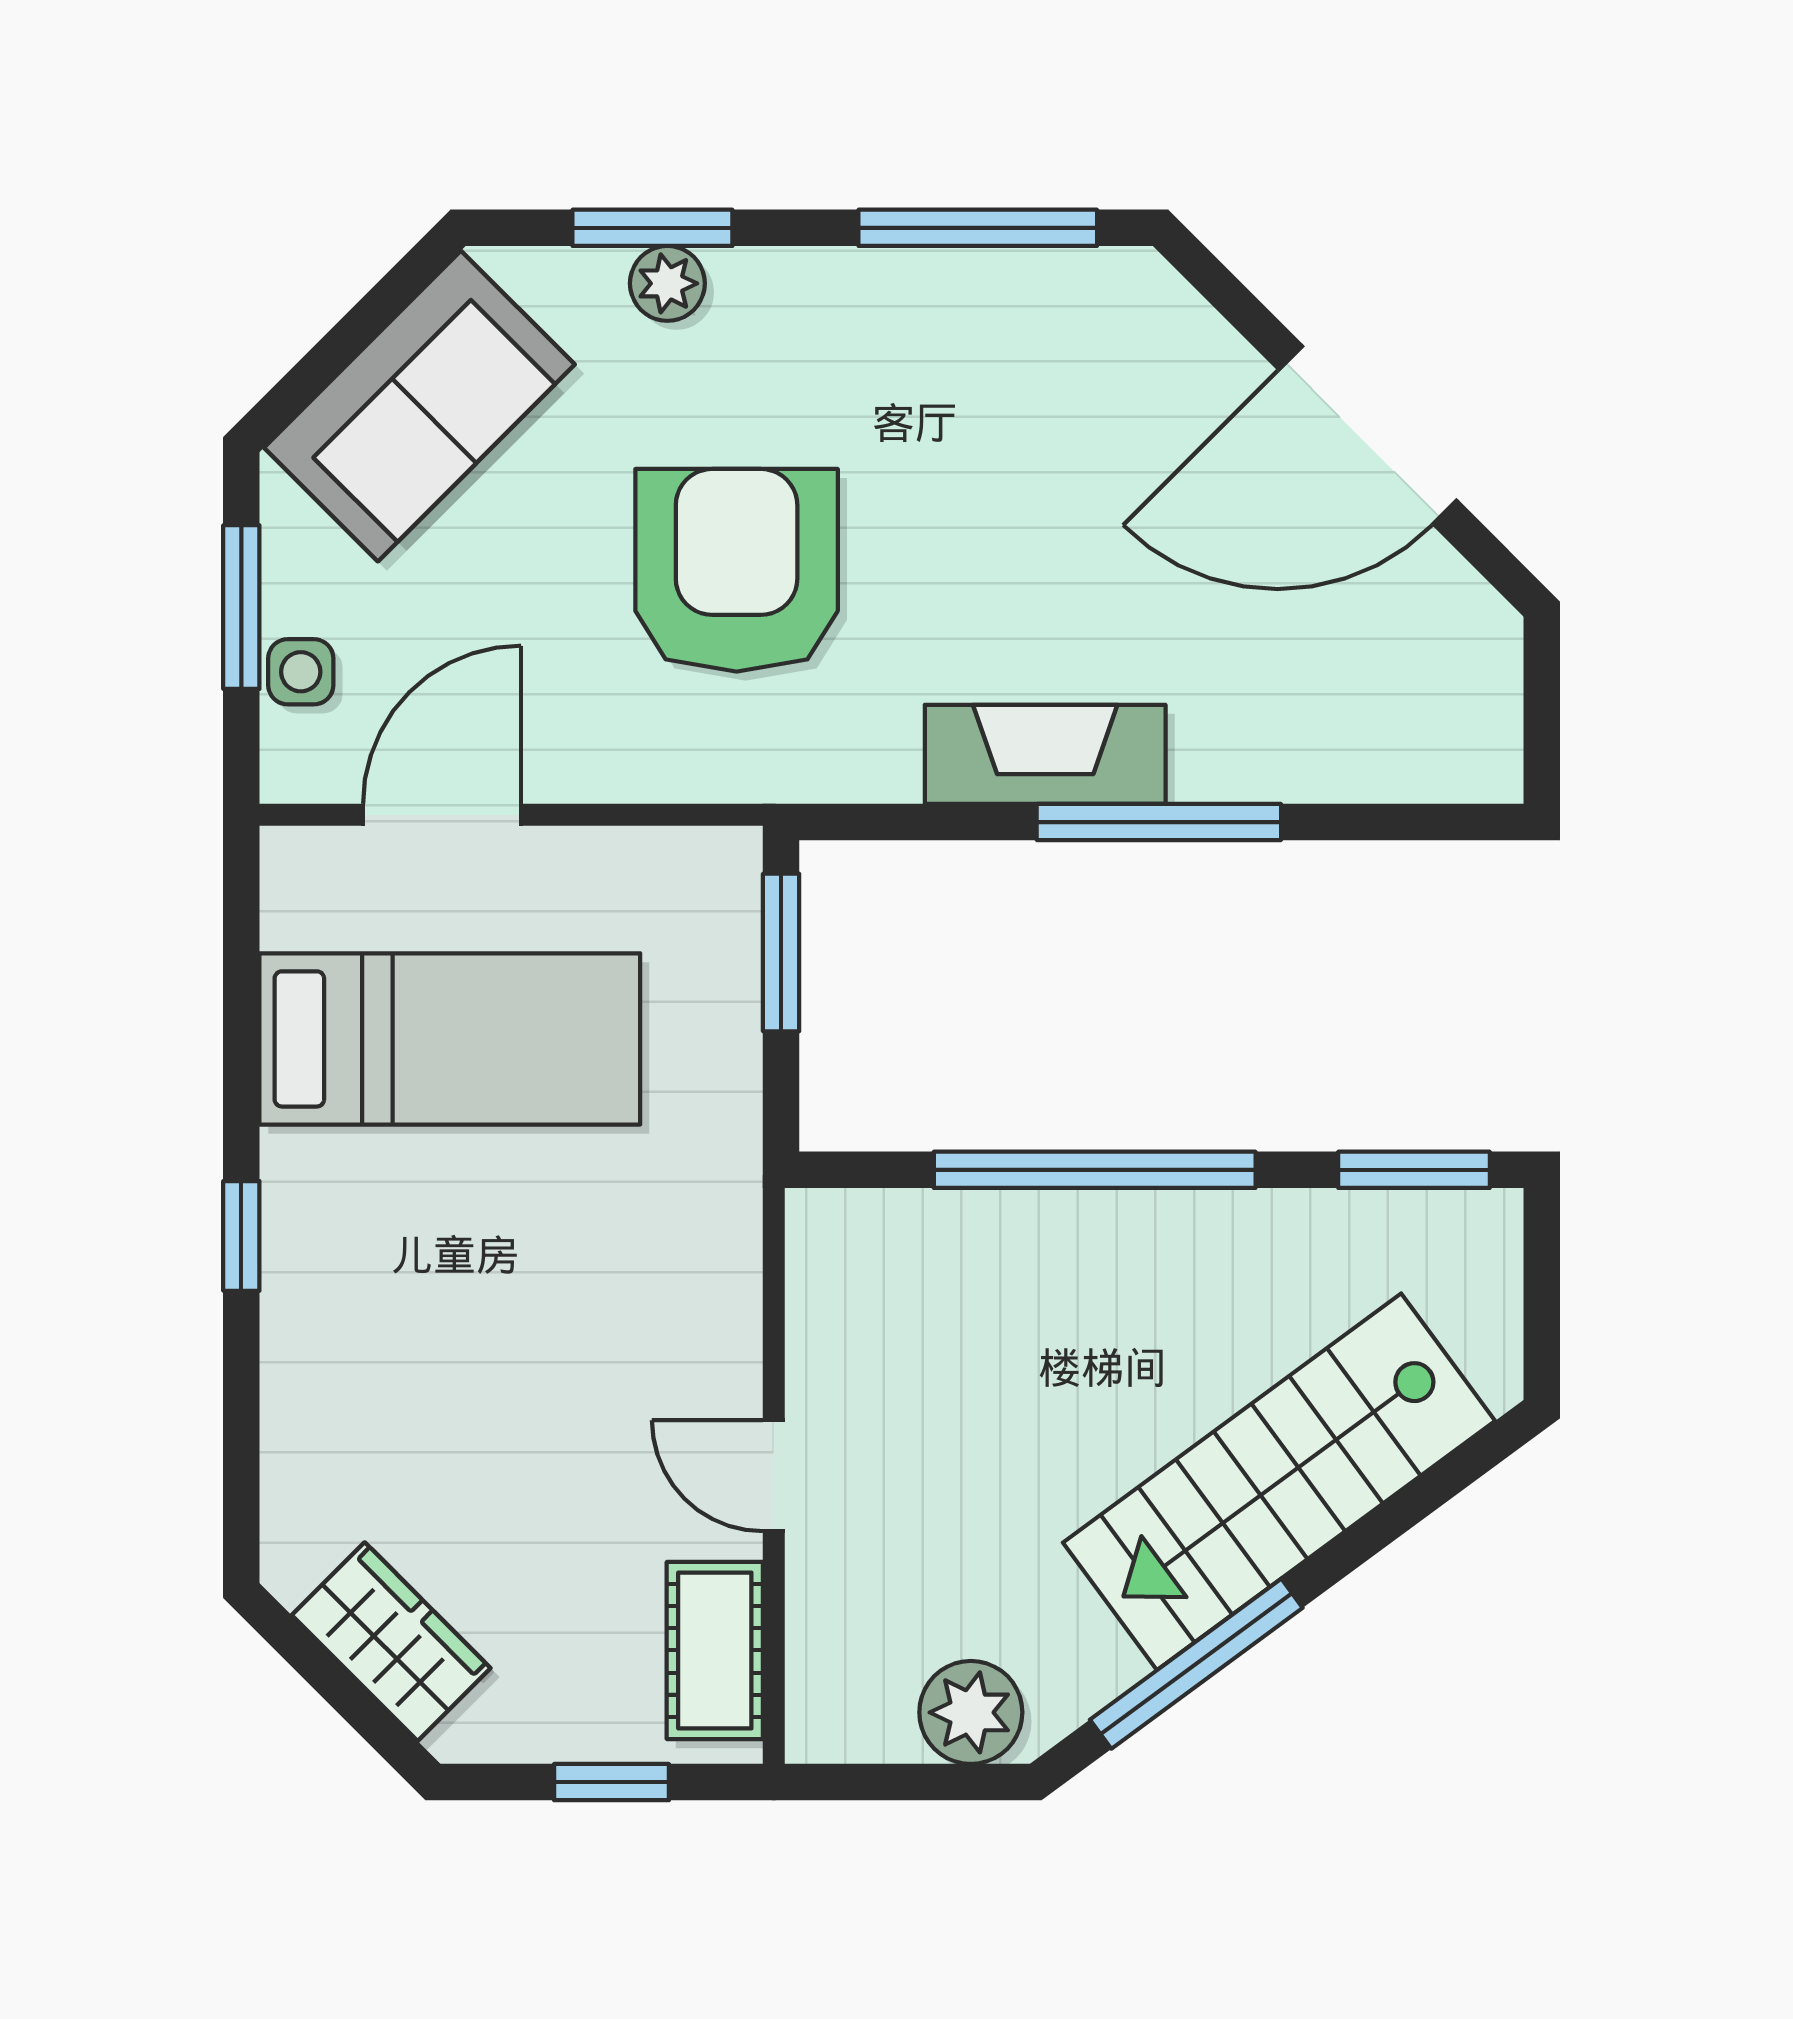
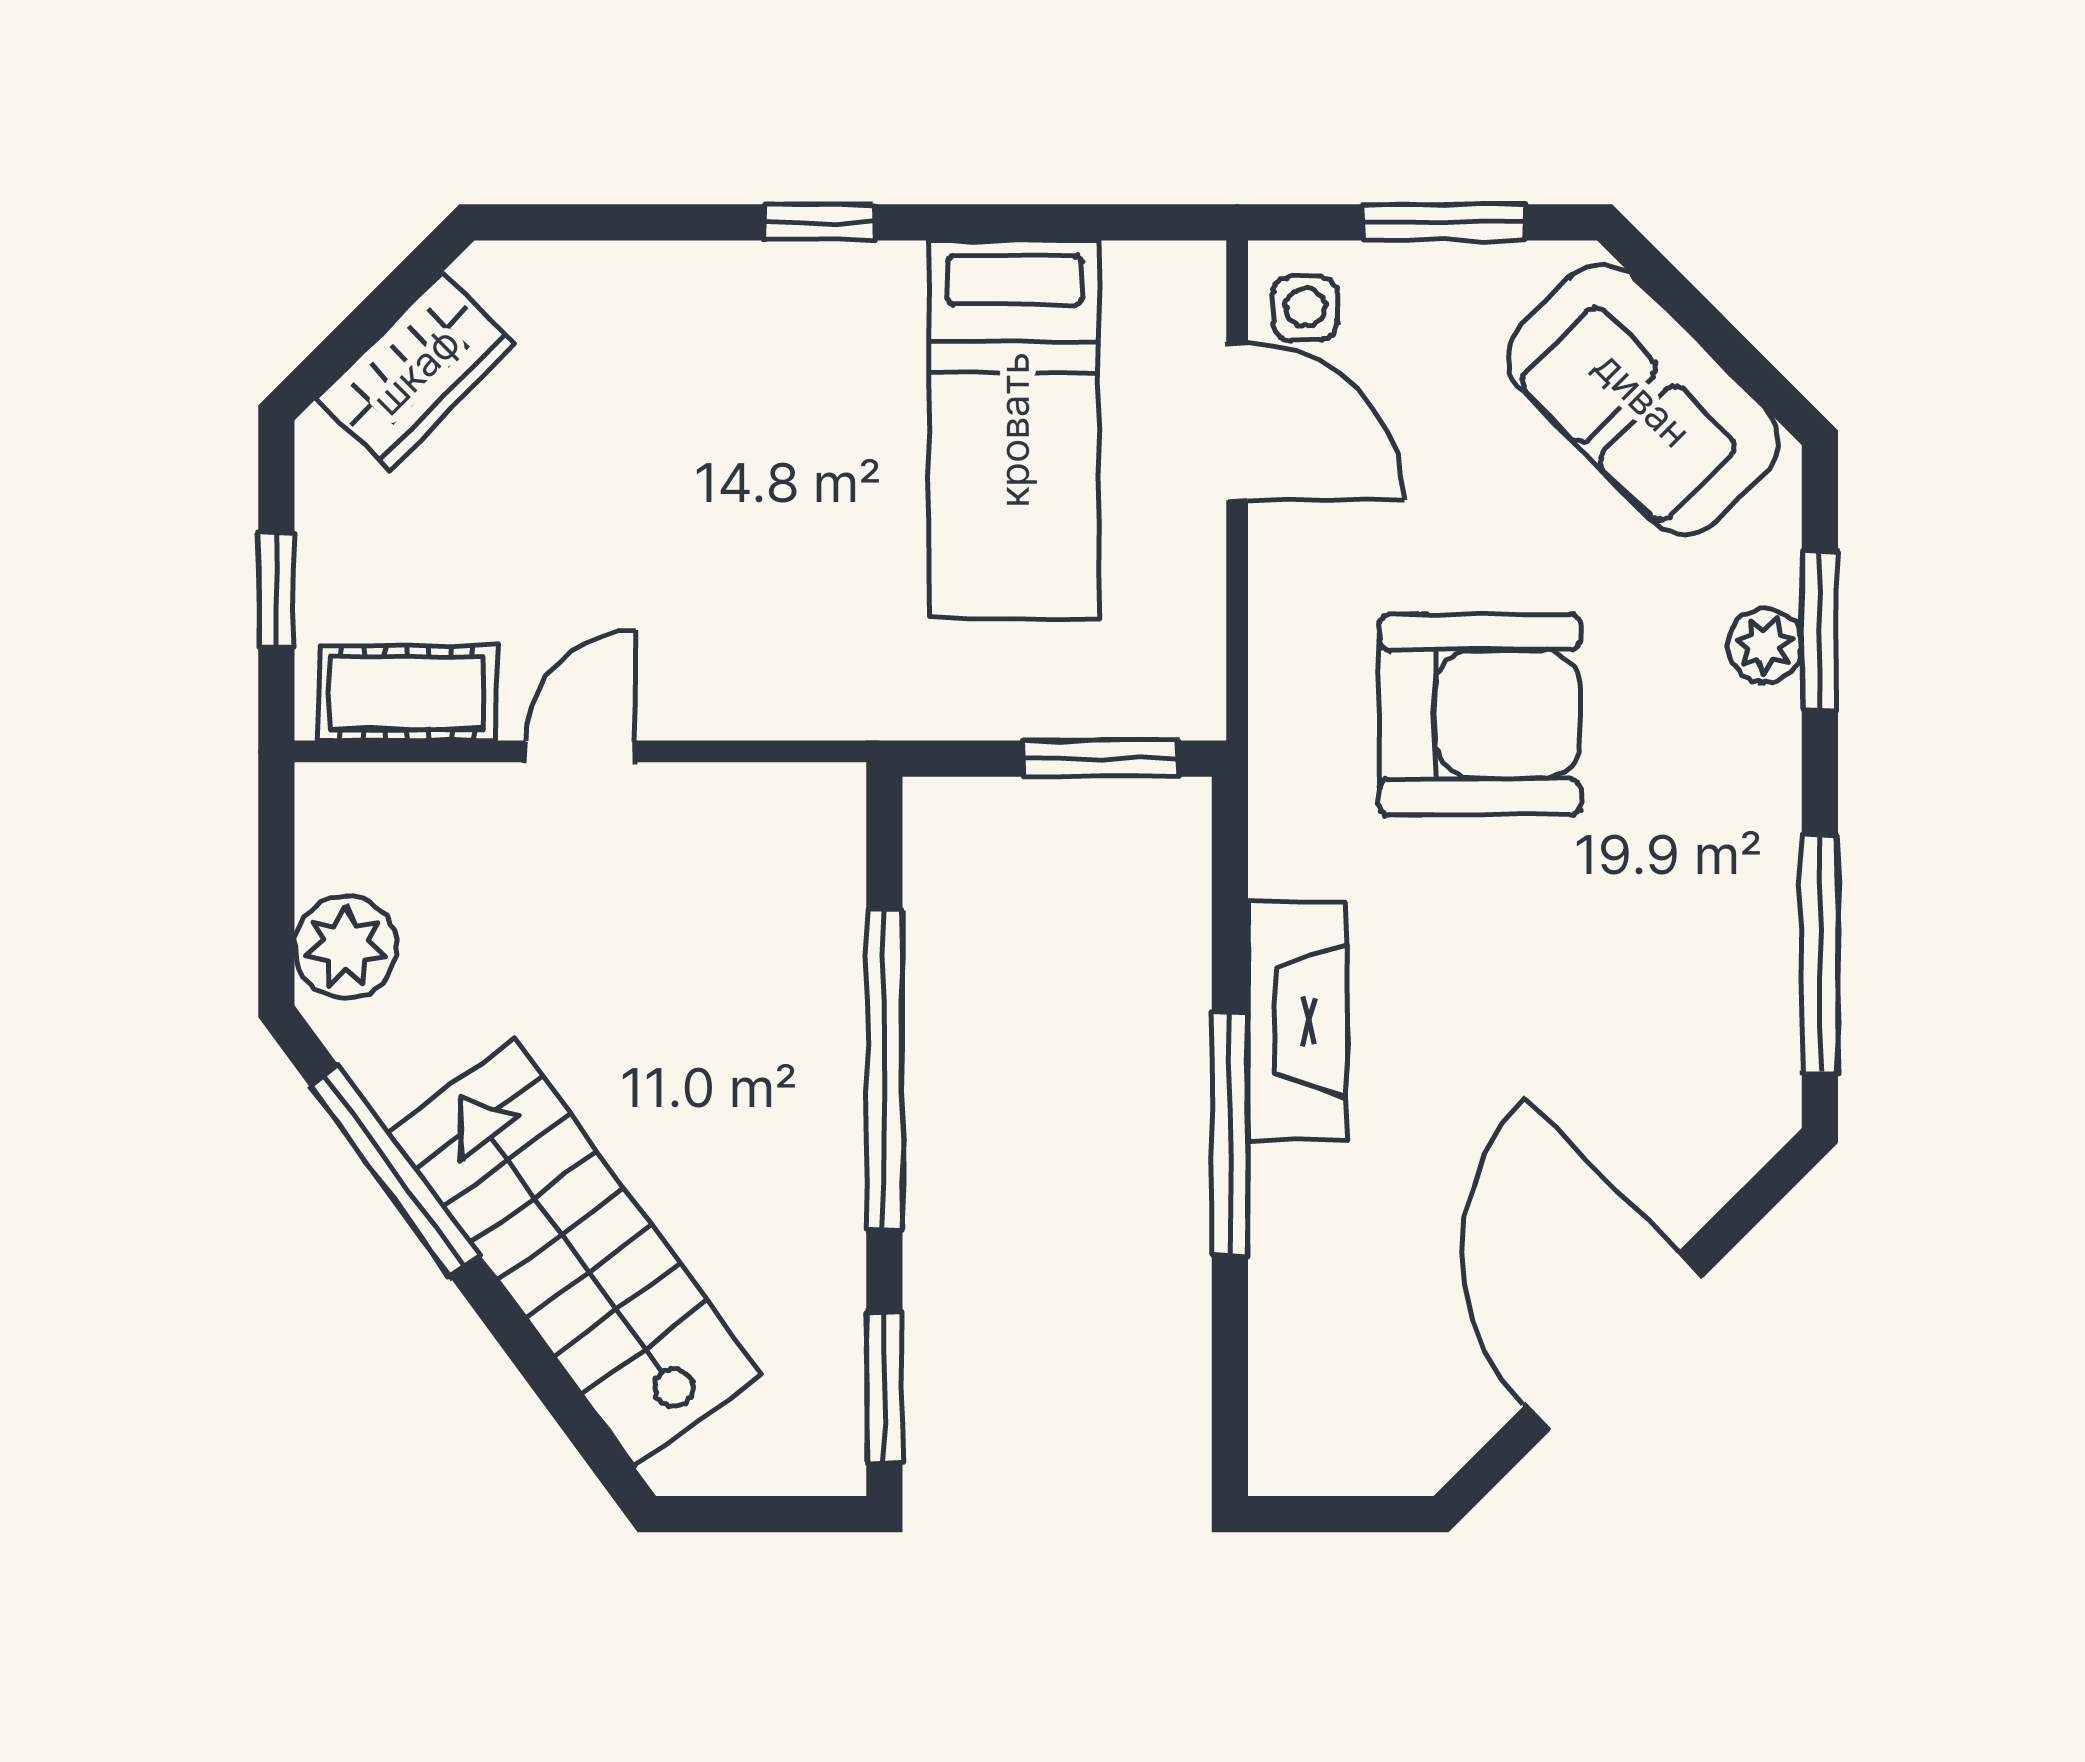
side table: (301, 672) -> (1305, 308), moved

